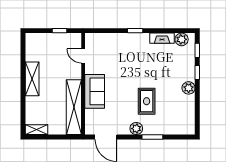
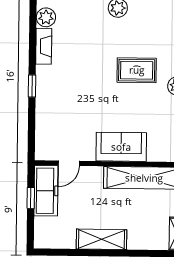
freezer: (64, 41) -> (46, 191), added

